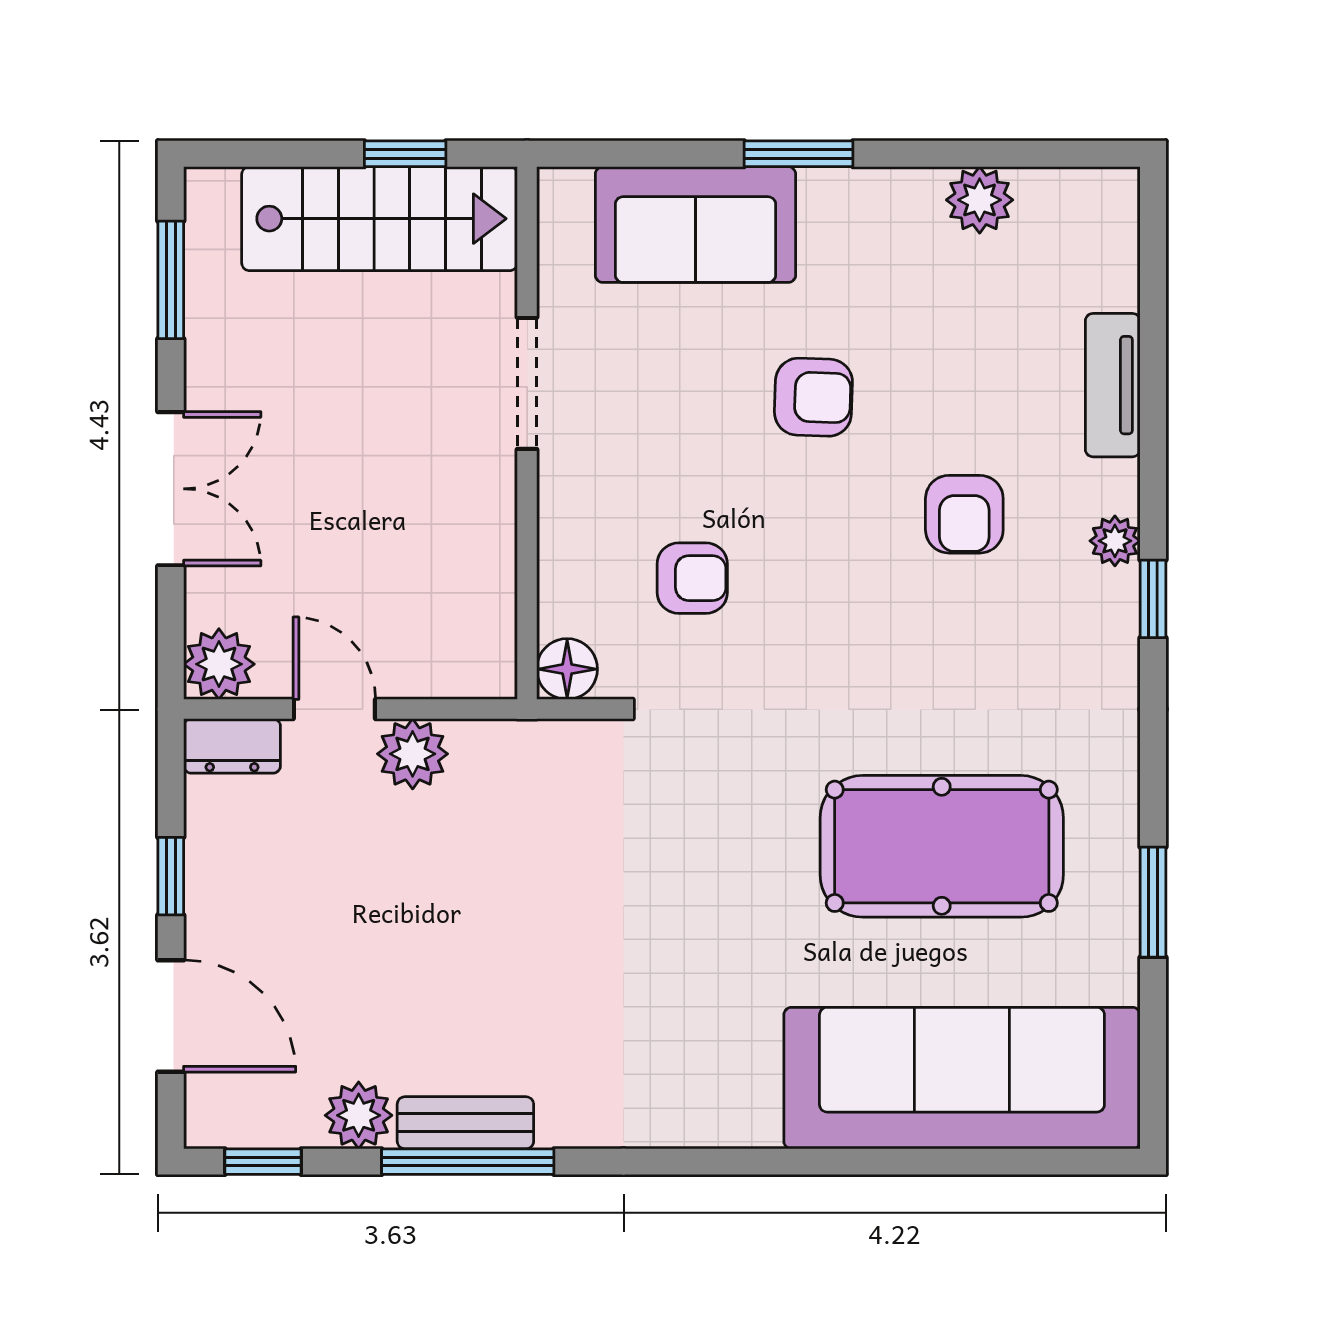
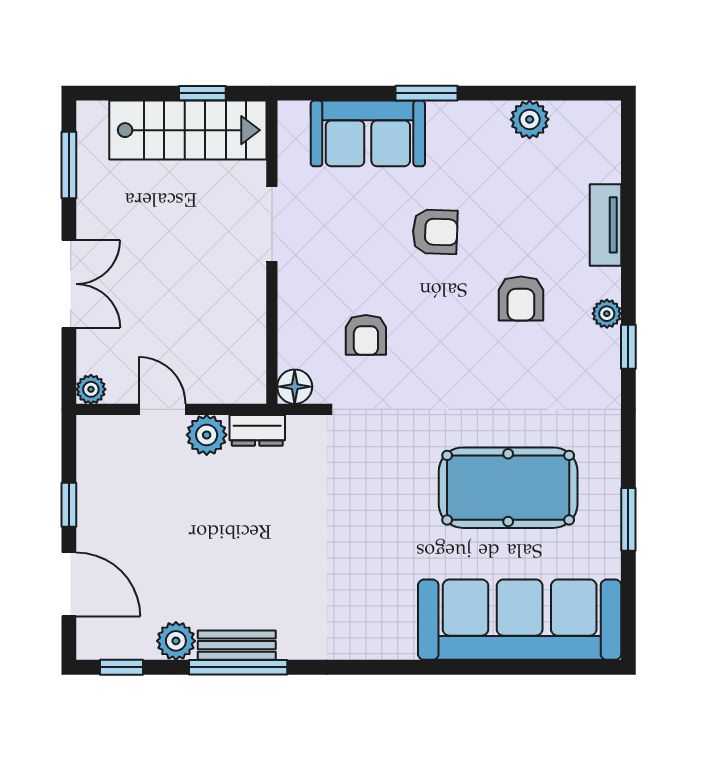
armchair: (692, 578) -> (366, 335), turned 90
plant: (219, 664) -> (91, 389), width x0.73, depth x0.73
dresser: (232, 746) -> (257, 430), moved

